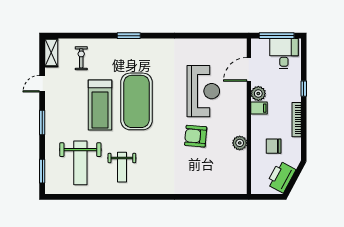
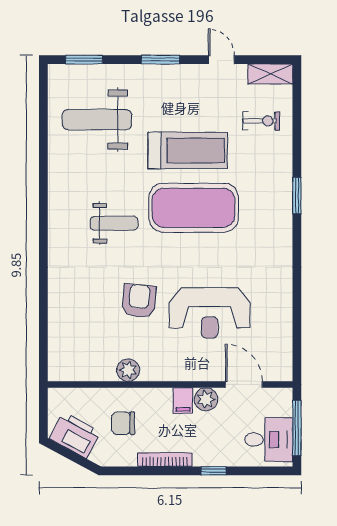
treadmill: (100, 105) -> (188, 150), turned 180
chair: (274, 146) -> (123, 423), turned -90
weight bench: (122, 167) -> (114, 223), moved, turned 180

